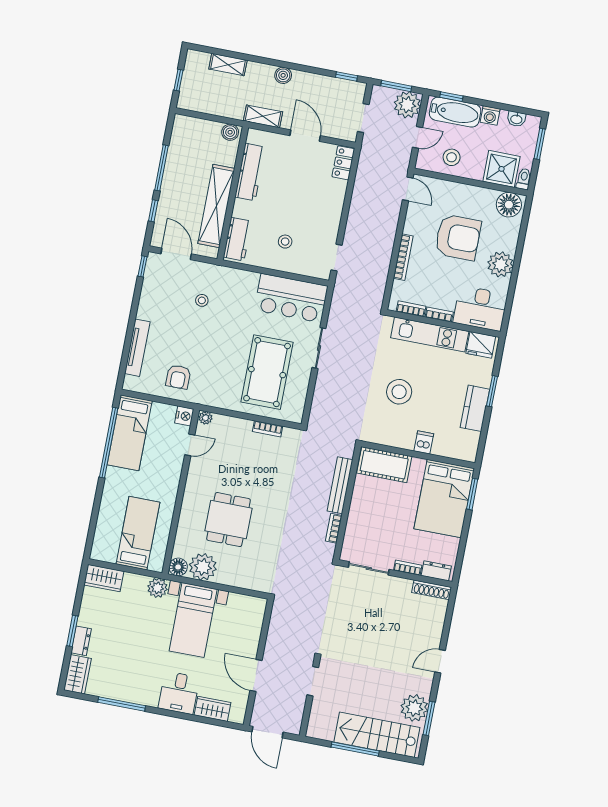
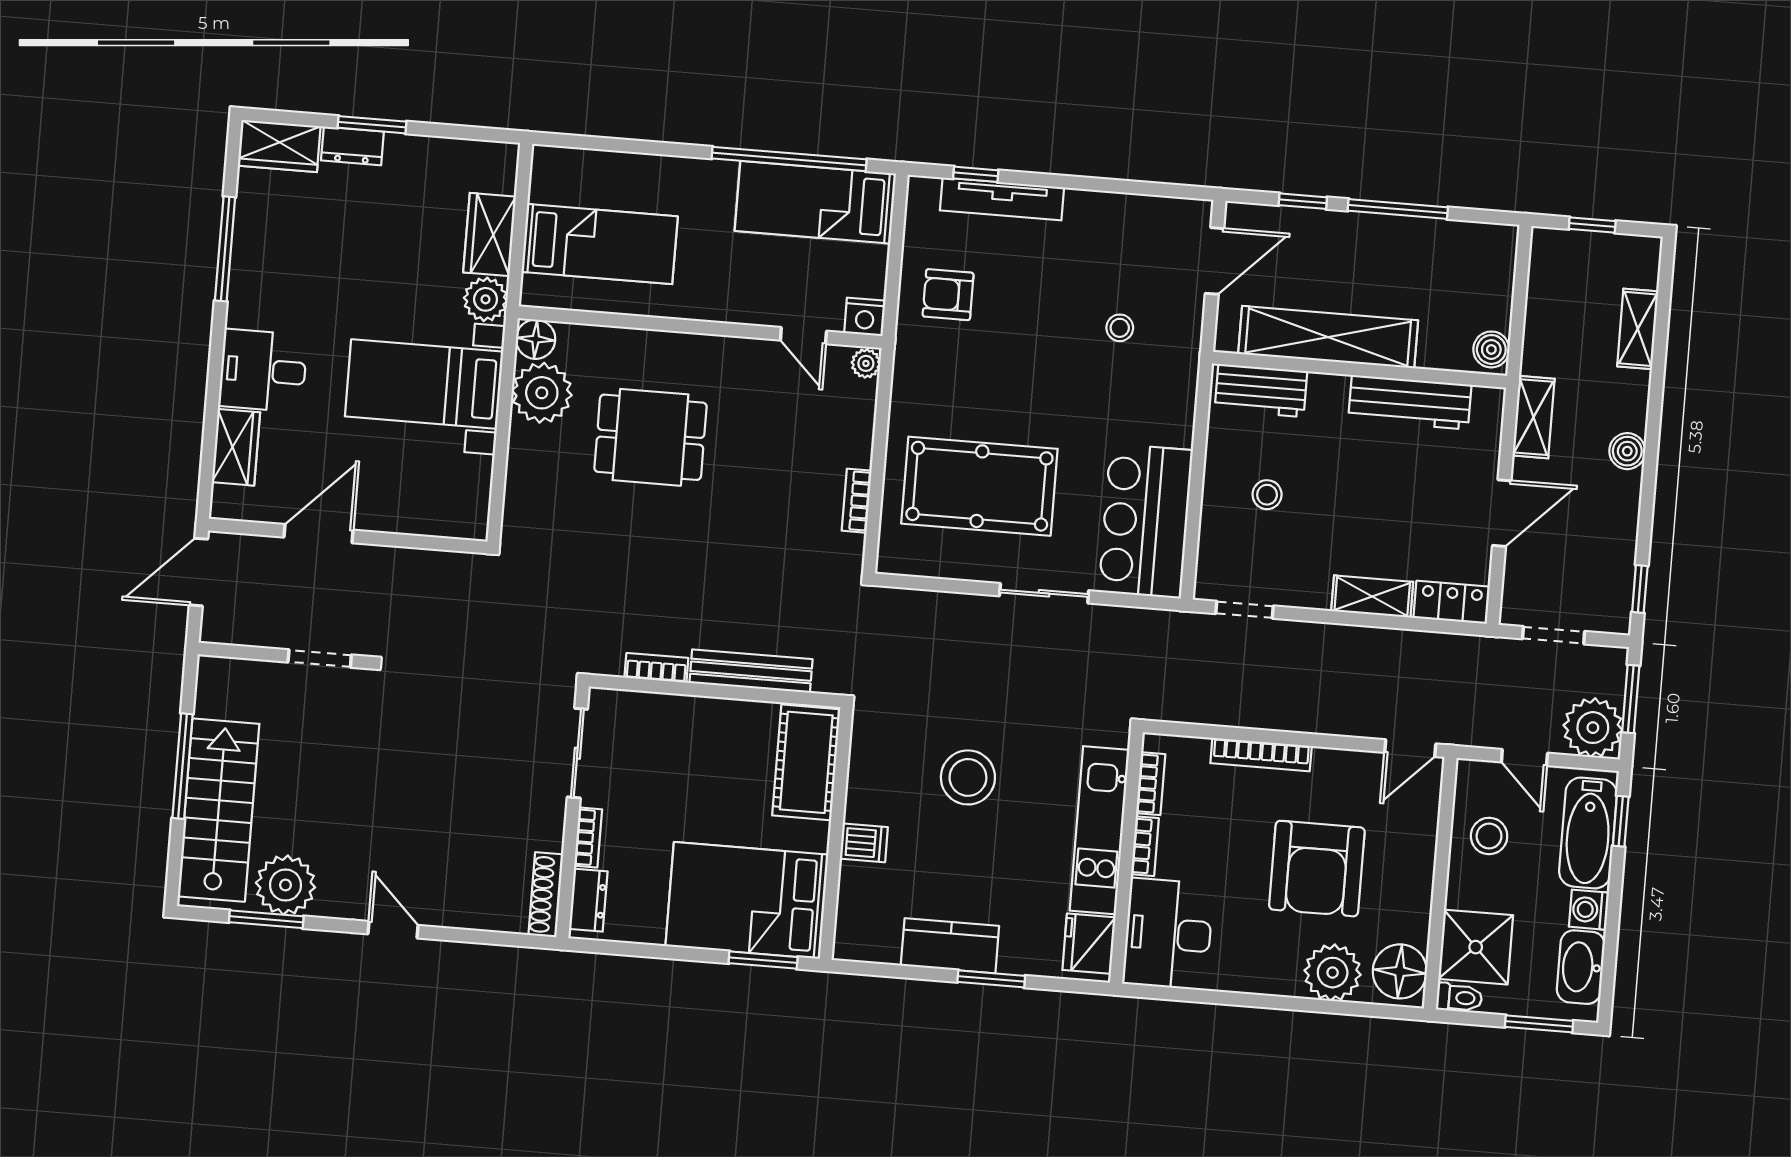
washbasin: (516, 119) -> (1581, 967), width x1.91, depth x1.45
shelving: (337, 199) -> (1372, 596), added
plant: (500, 264) -> (1333, 973), moved
window: (143, 266) -> (976, 174), moved
wardrobe: (104, 578) -> (490, 235), moved

